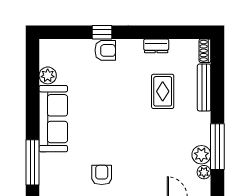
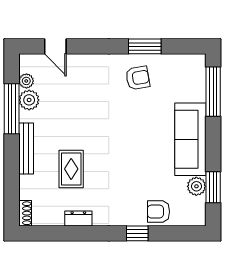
armchair: (105, 50) -> (158, 212), moved
window: (32, 75) -> (213, 187), added
bench: (204, 88) -> (26, 148), moved
armchair: (102, 175) -> (138, 78), turned -100

